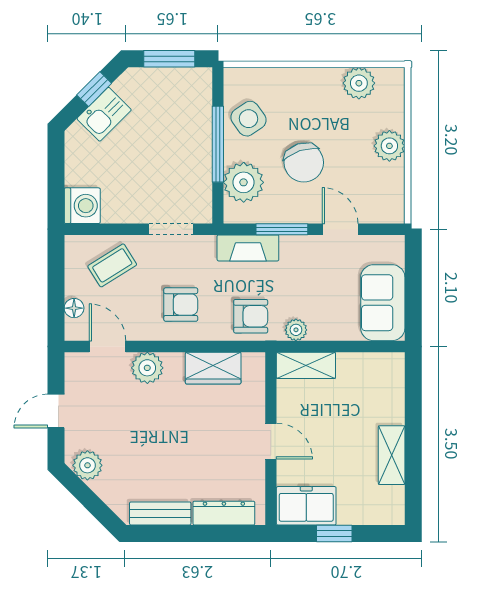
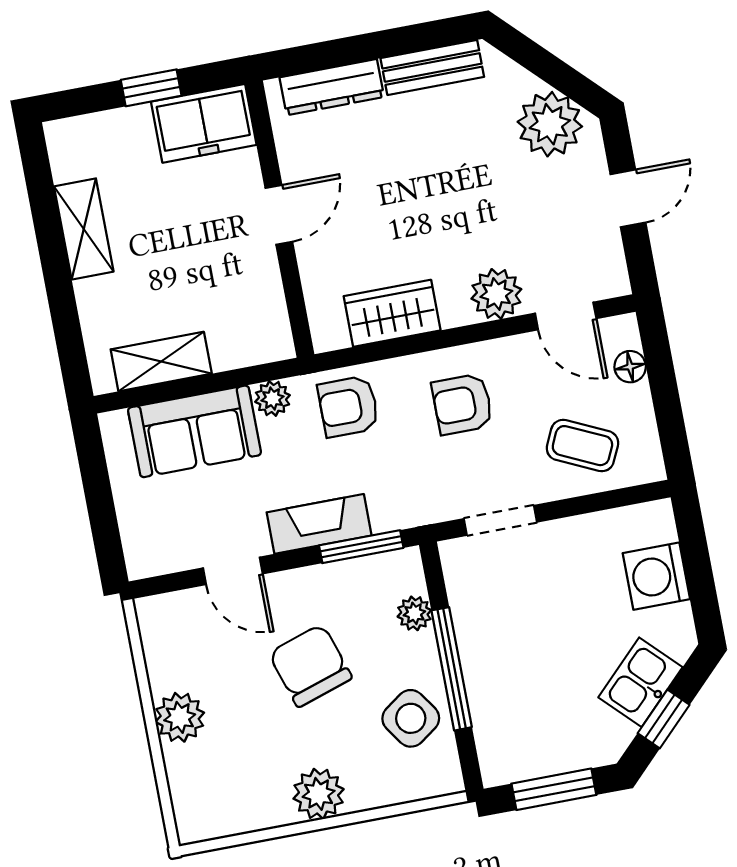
plant: (359, 83) -> (319, 794), moved
plant: (244, 182) -> (414, 613), width x0.53, depth x0.53
washing machine: (82, 206) -> (656, 576), moved
window: (282, 229) -> (361, 547), moved
fireplace: (248, 248) -> (319, 524), moved
coffee table: (112, 265) -> (582, 446), turned 57
sofa: (383, 303) -> (194, 431), moved, turned 90
shelving: (306, 365) -> (161, 361), moved
door: (271, 441) -> (279, 215), swing flipped
plant: (87, 465) -> (550, 124), width x1.36, depth x1.36

